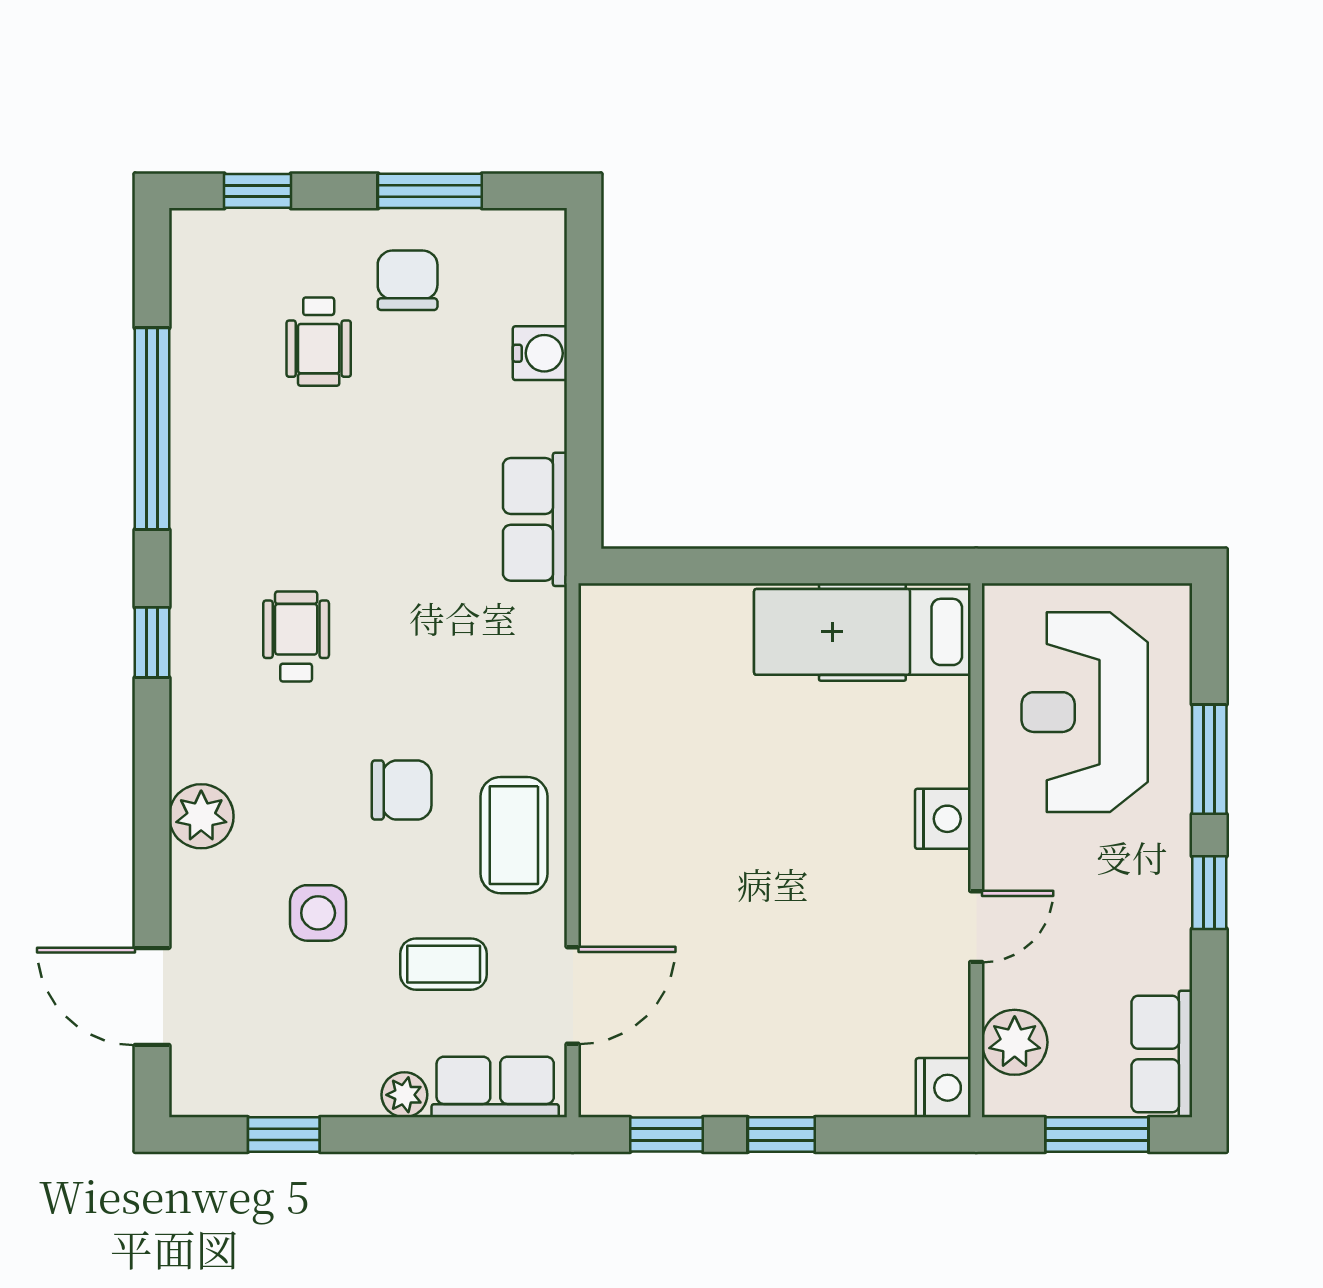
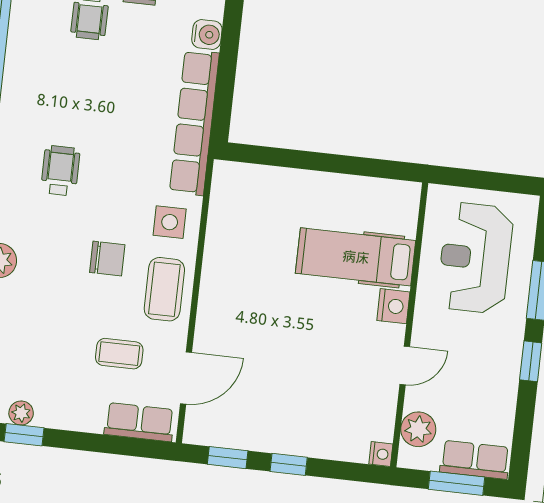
row of seats: (535, 519) -> (194, 123), width x2.02
hospital bed: (862, 632) -> (356, 257), moved
side table: (318, 913) -> (170, 222), moved
row of seats: (1162, 1054) -> (475, 460), moved, turned 90
nightstand: (943, 1088) -> (381, 454), width x0.72, depth x0.74
plant: (404, 1095) -> (21, 413), moved

